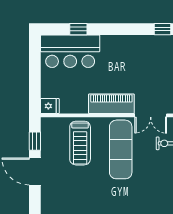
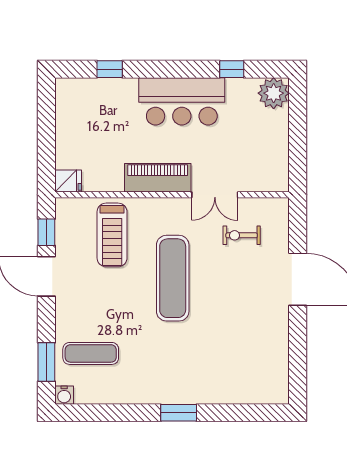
bar counter: (70, 51) -> (182, 101), moved
exercise mat: (121, 149) -> (173, 278), moved

